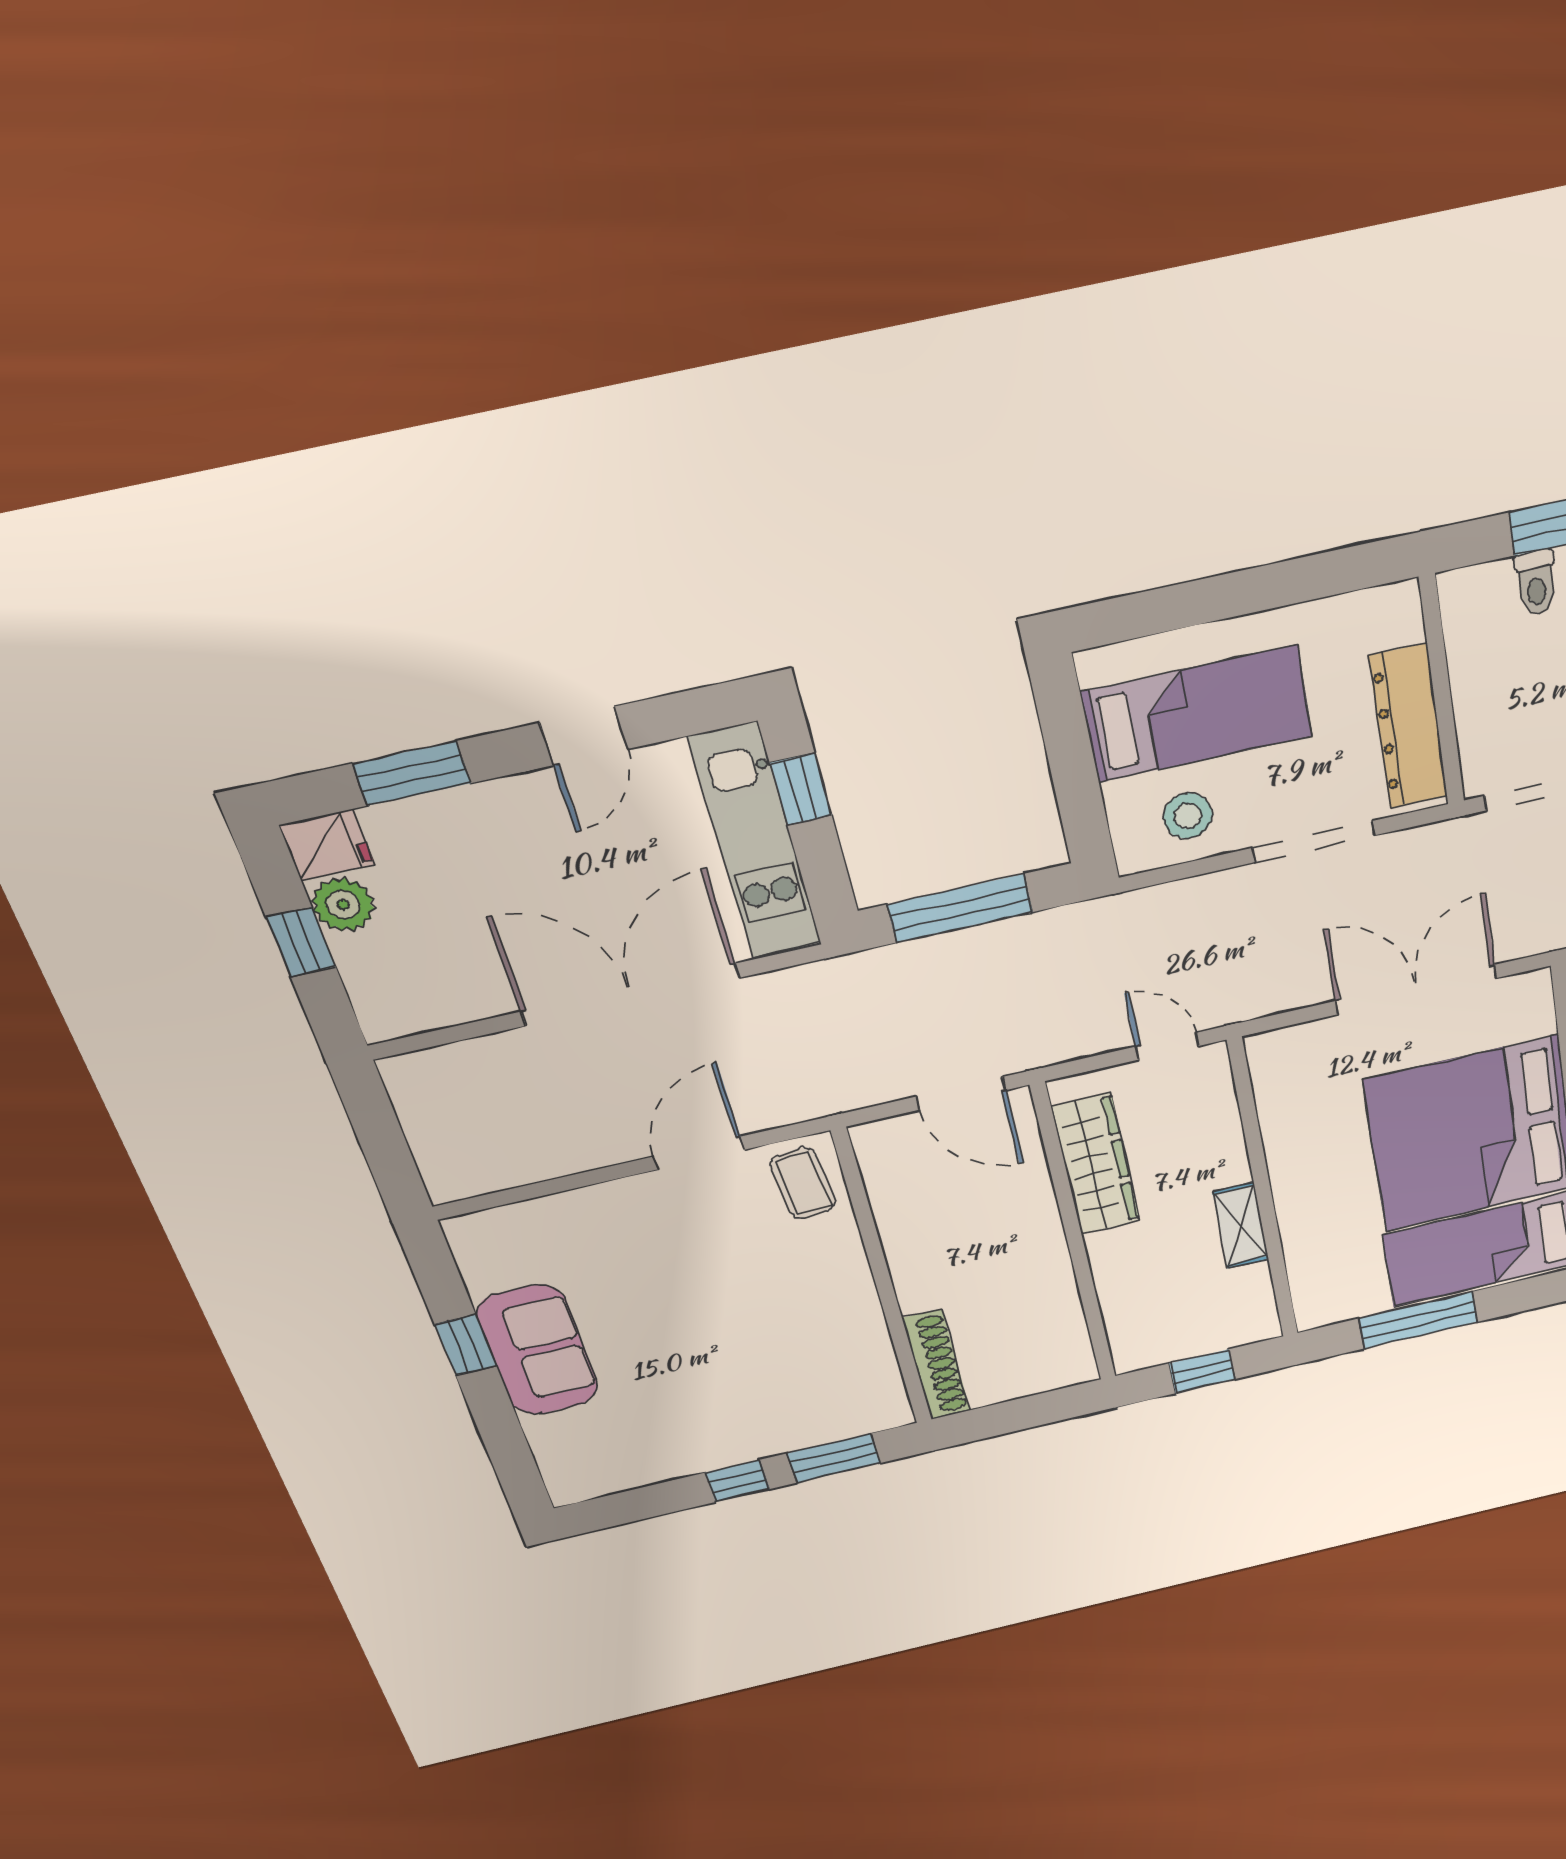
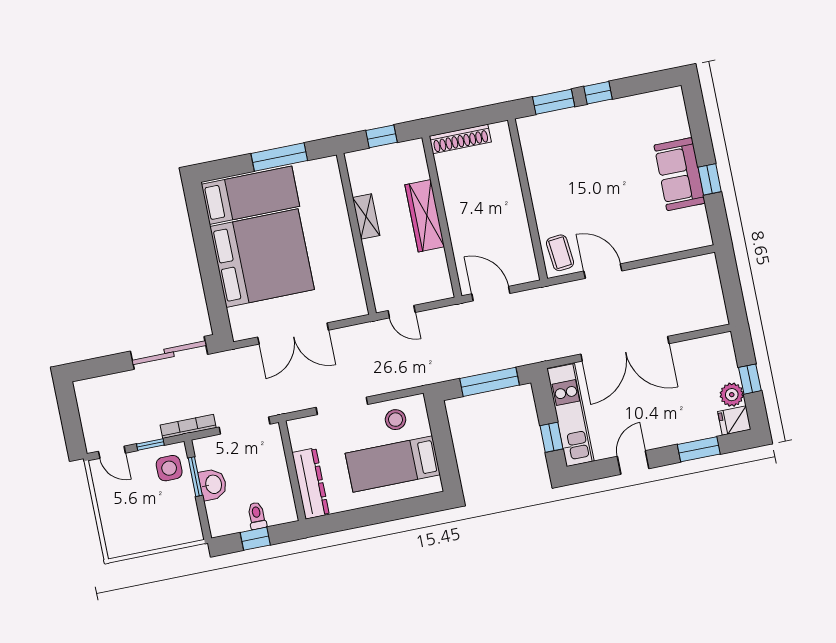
dresser: (1408, 727) -> (311, 483), moved
door: (699, 1153) -> (603, 271), swing flipped
wardrobe: (1096, 1164) -> (425, 216), moved
shoe rack: (936, 1365) -> (460, 139), moved, turned -90

